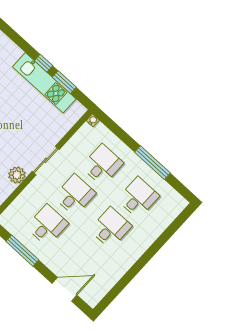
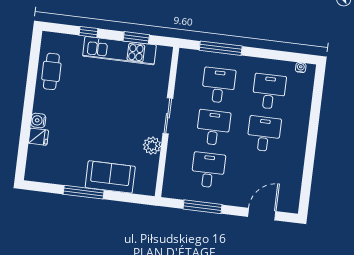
window: (44, 63) -> (88, 32), moved
water cooler: (93, 120) -> (301, 68), moved
window: (152, 163) -> (221, 48), moved

